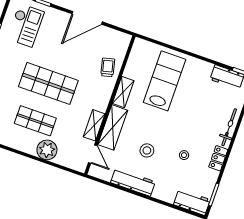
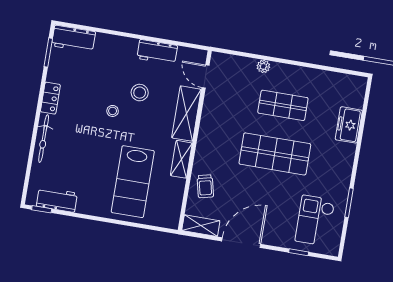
shelving: (94, 125) -> (201, 226), moved, turned 90
plant: (47, 150) -> (263, 66), width x0.53, depth x0.53
stool: (184, 155) -> (113, 111), moved
workbench: (133, 182) -> (157, 52), width x0.73

